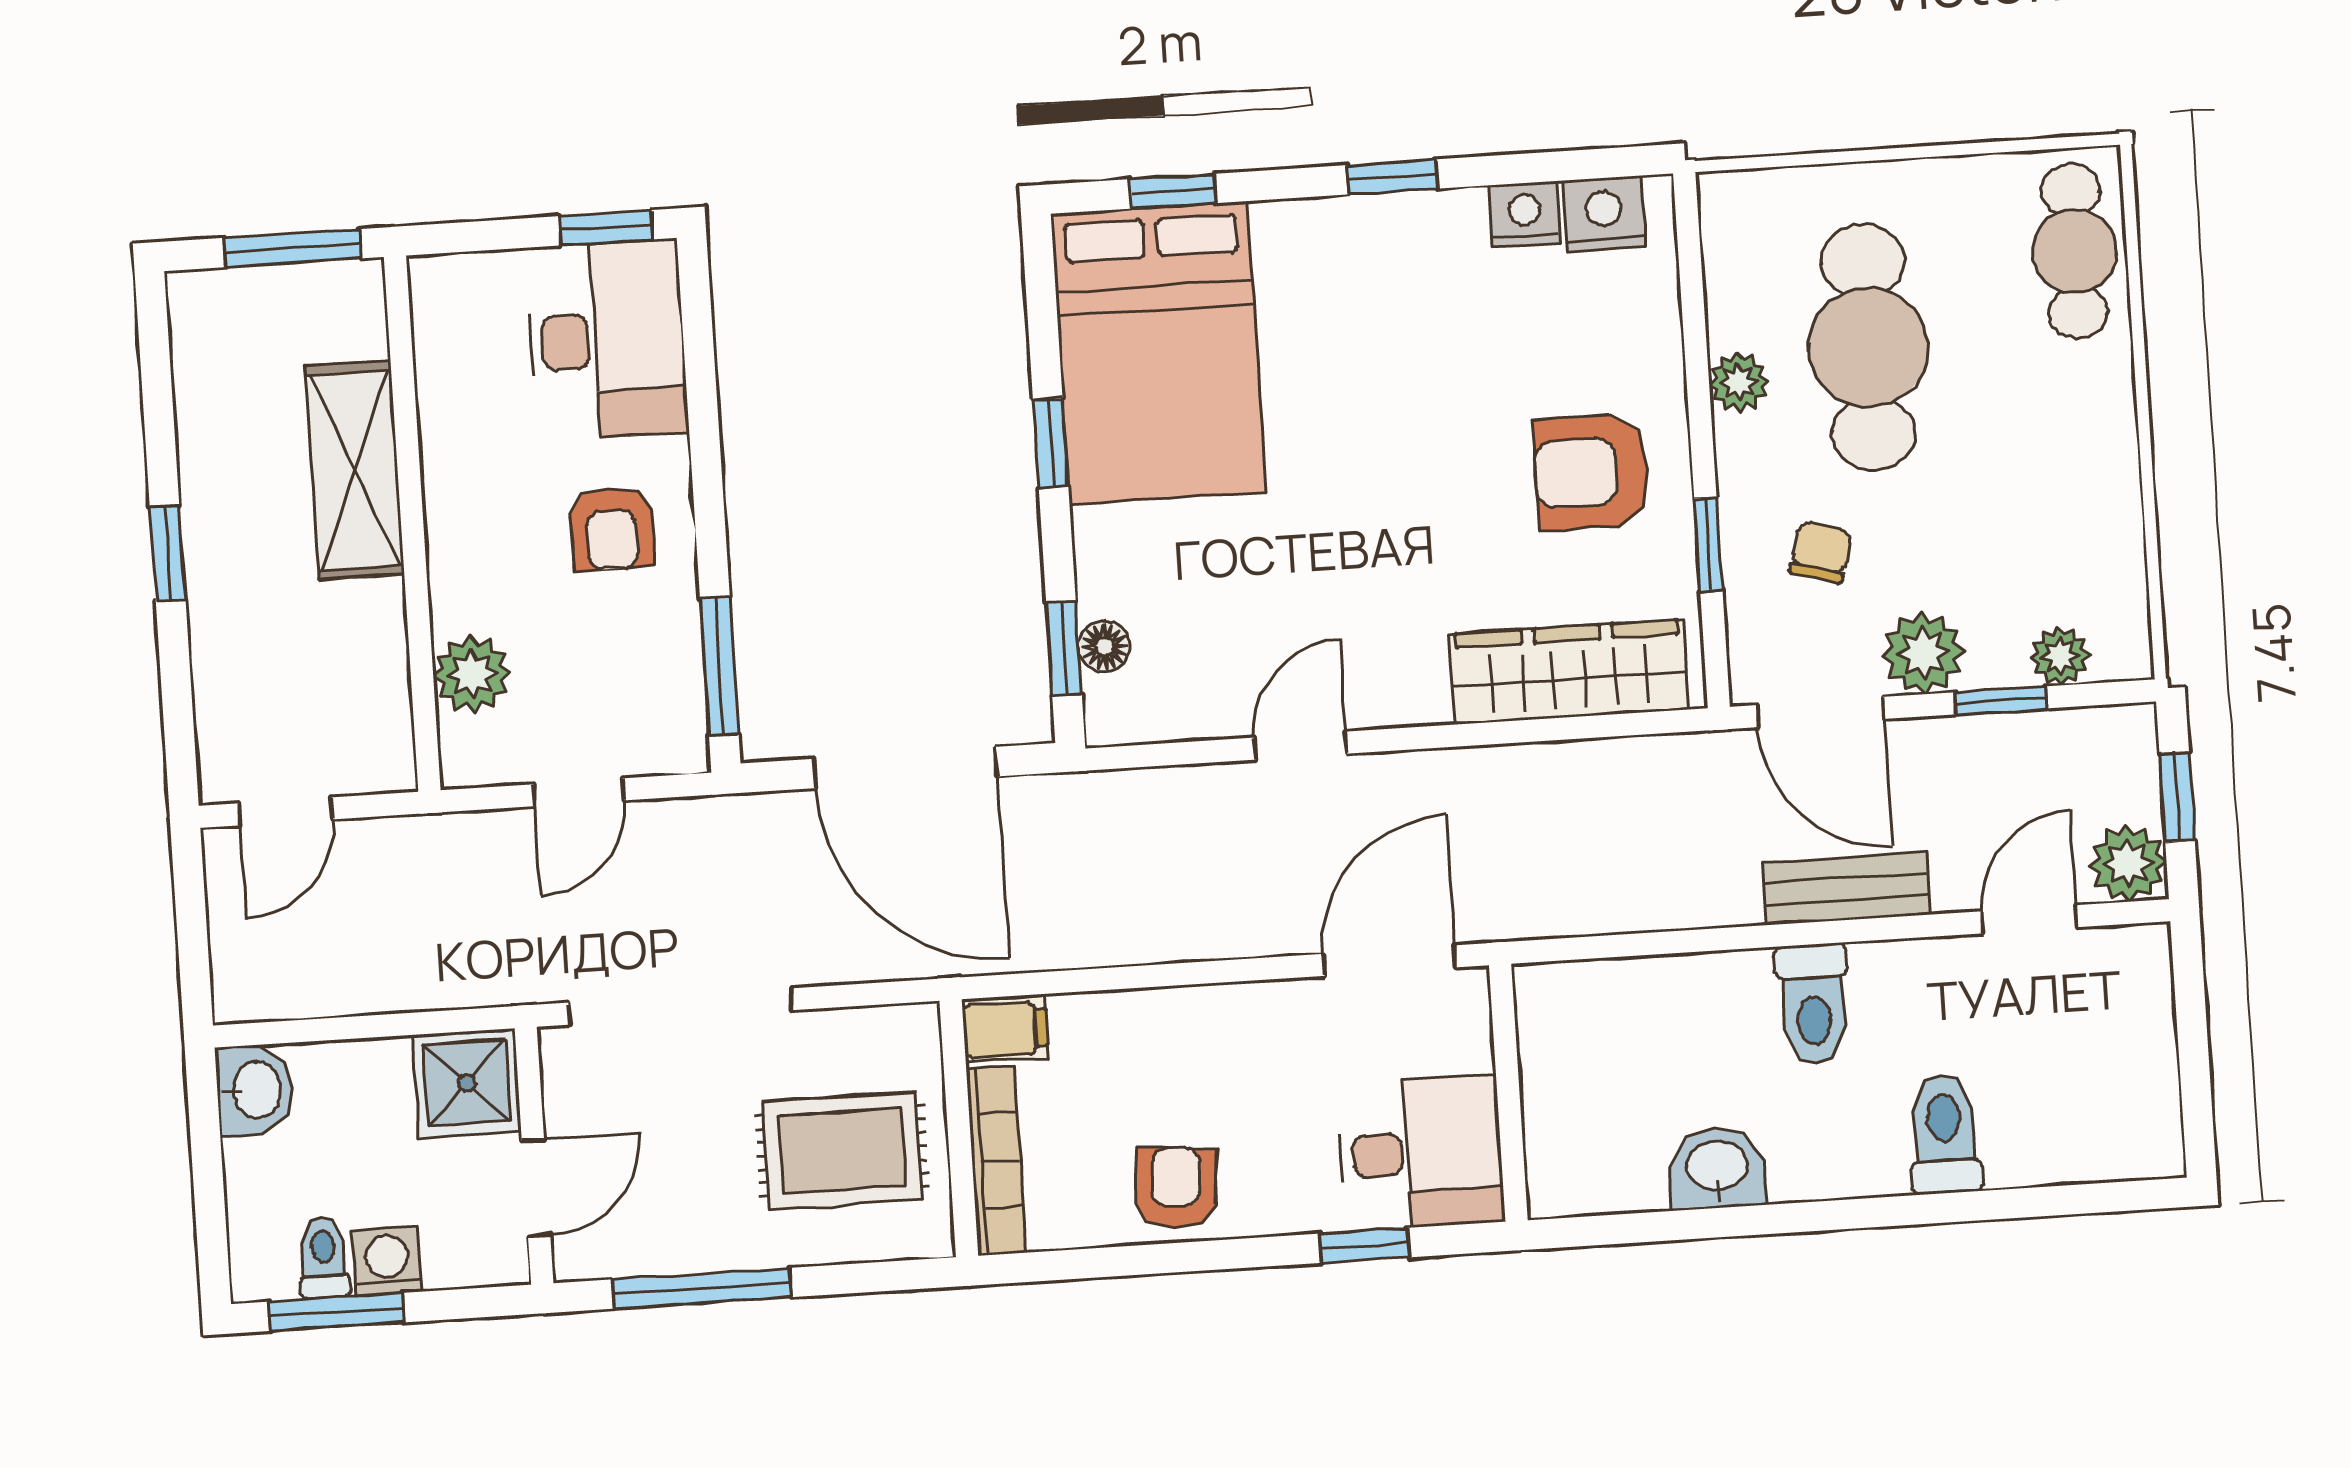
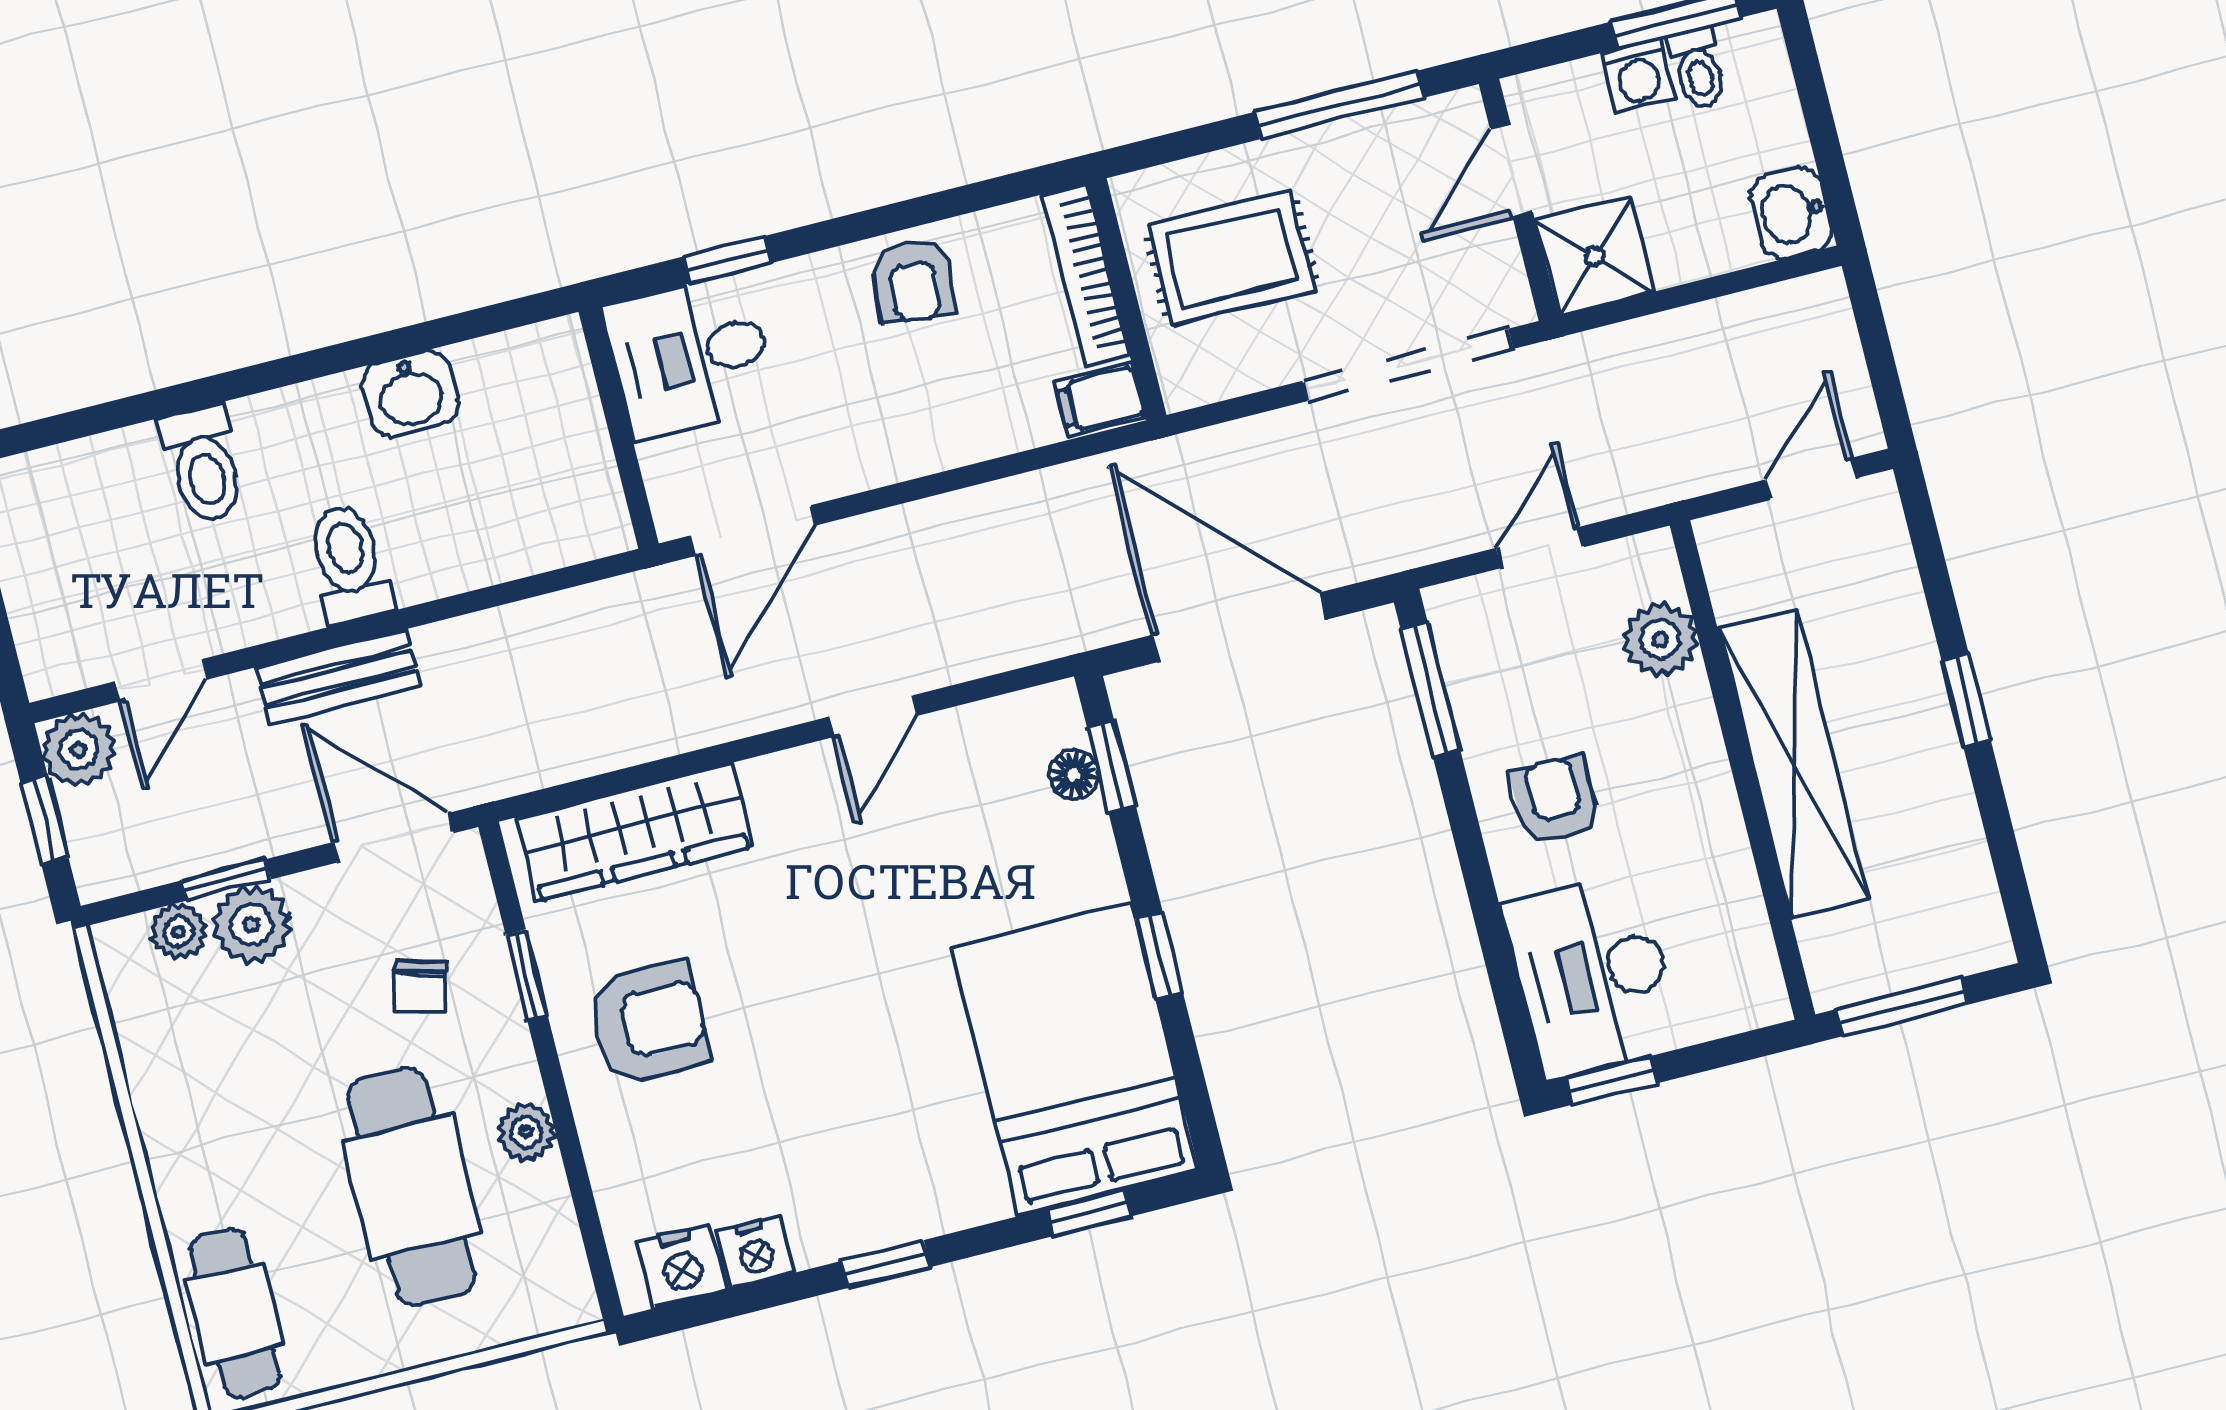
shelving: (355, 470) -> (1794, 764), width x1.47
plant: (1923, 653) -> (252, 925), moved

